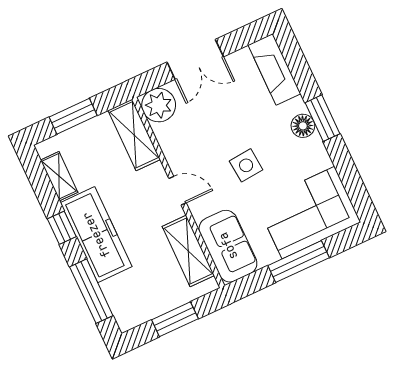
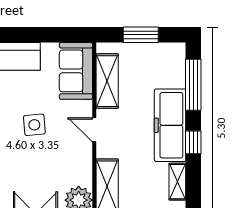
window: (299, 262) -> (29, 35), removed

